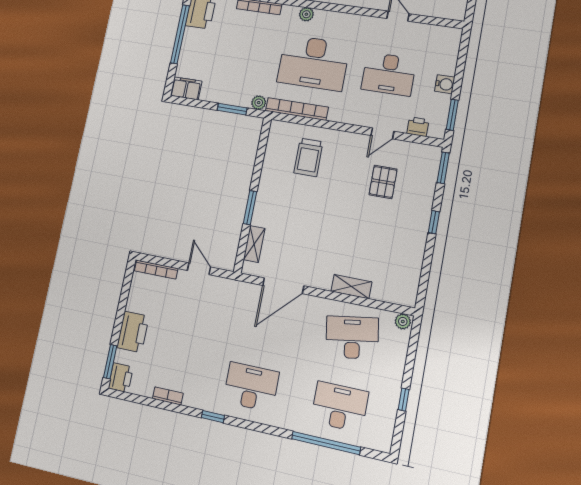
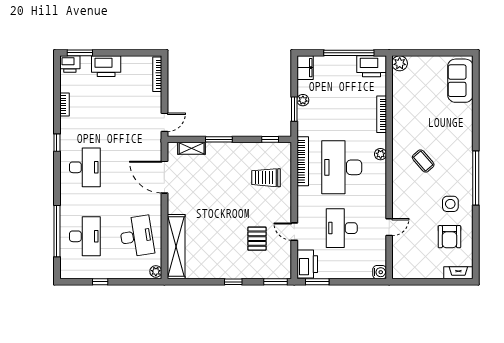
water cooler: (445, 84) -> (380, 272), moved, turned -90
plant: (259, 103) -> (303, 100), moved
printer: (418, 127) -> (307, 264), width x1.87, depth x1.48
window: (263, 144) -> (270, 139), added
pallet: (383, 182) -> (257, 239), turned 90
door: (199, 269) -> (164, 122), moved
shelving: (351, 287) -> (176, 247), width x2.20, depth x1.33

